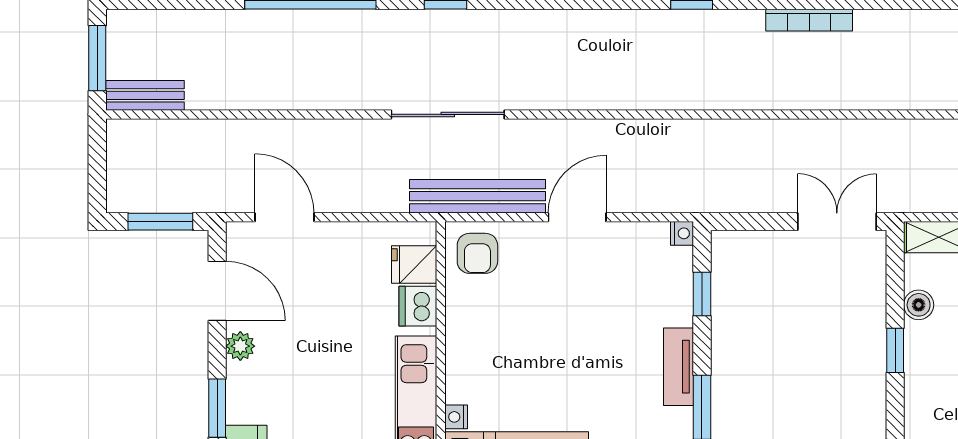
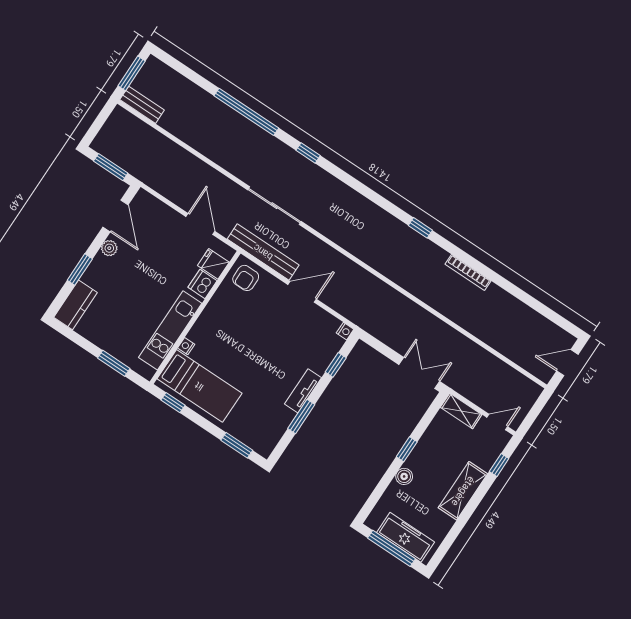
door: (284, 217) -> (200, 224), moved
boiler: (919, 305) -> (404, 476), moved

